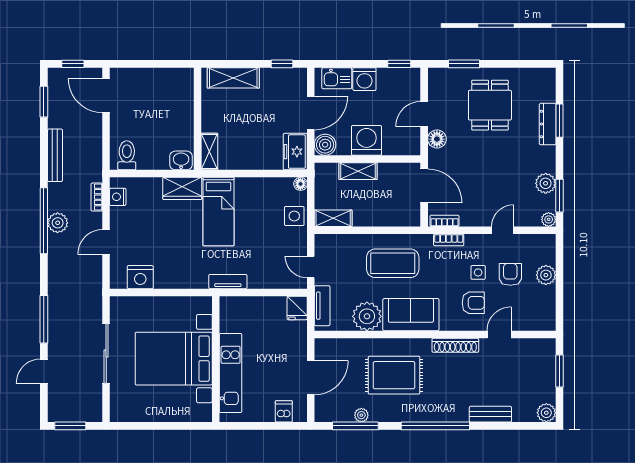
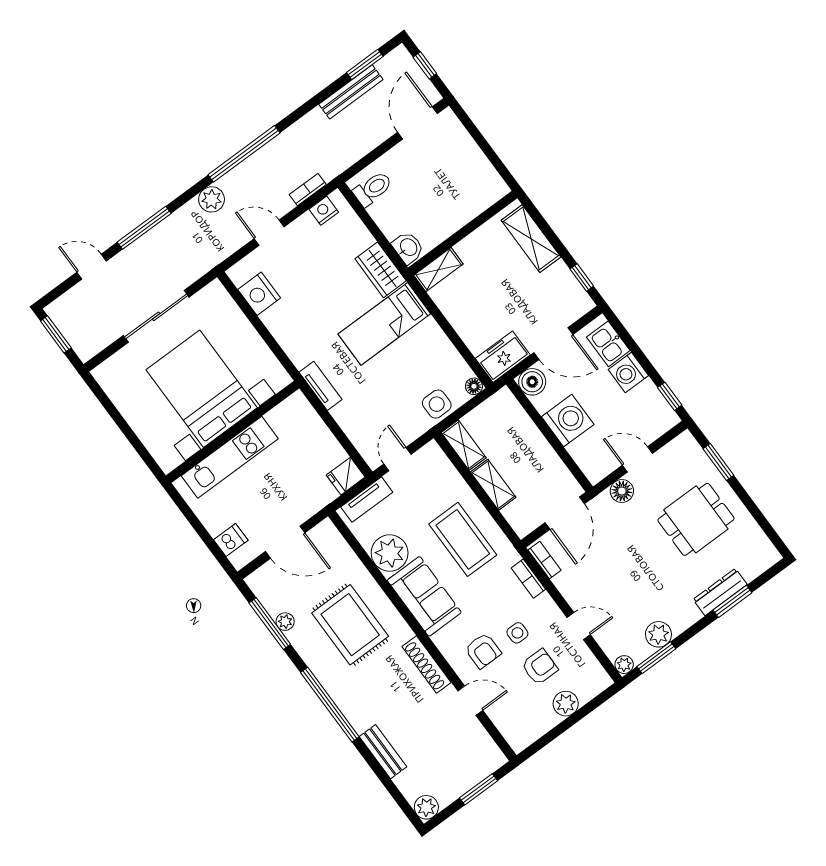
bench: (55, 155) -> (351, 92), moved
shelving: (358, 171) -> (493, 485), moved
plant: (58, 223) -> (212, 199), moved

